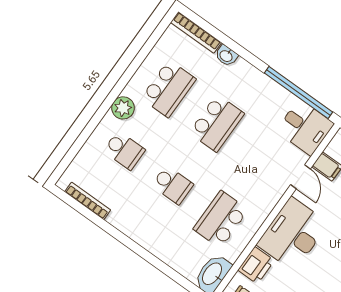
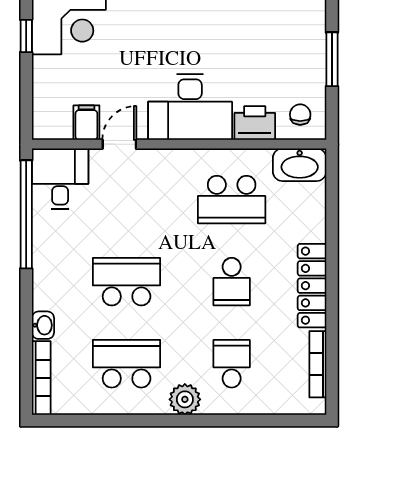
school desk: (172, 185) -> (232, 282), turned 180
locker: (136, 231) -> (312, 286), added

